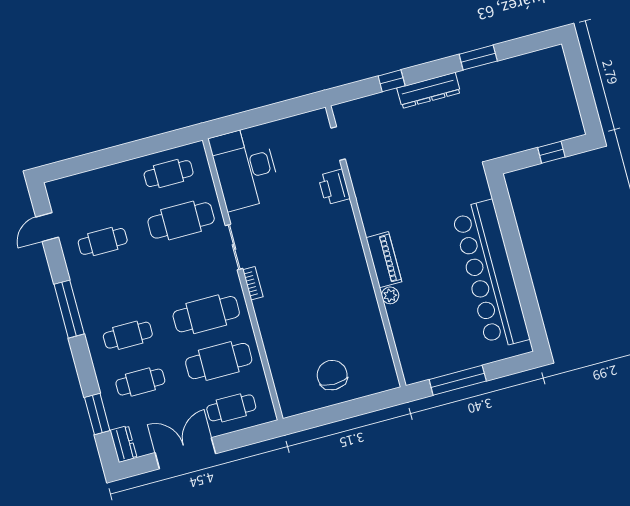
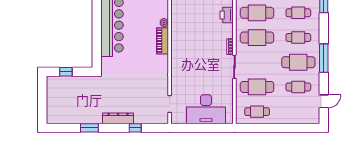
desk: (245, 168) -> (206, 109), moved, turned 90
printer: (334, 187) -> (227, 15), moved, turned 180
cafe table: (115, 288) -> (298, 62), added

